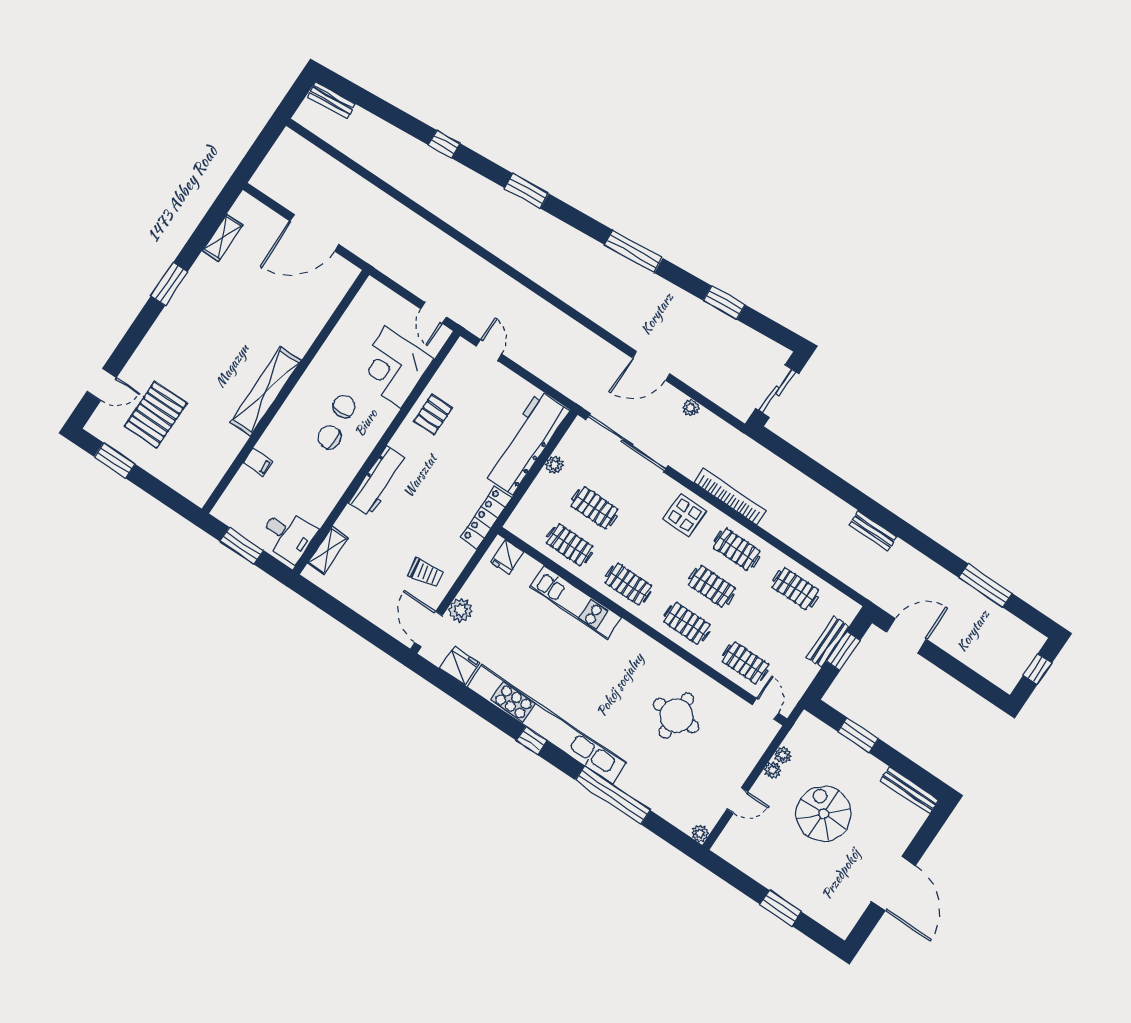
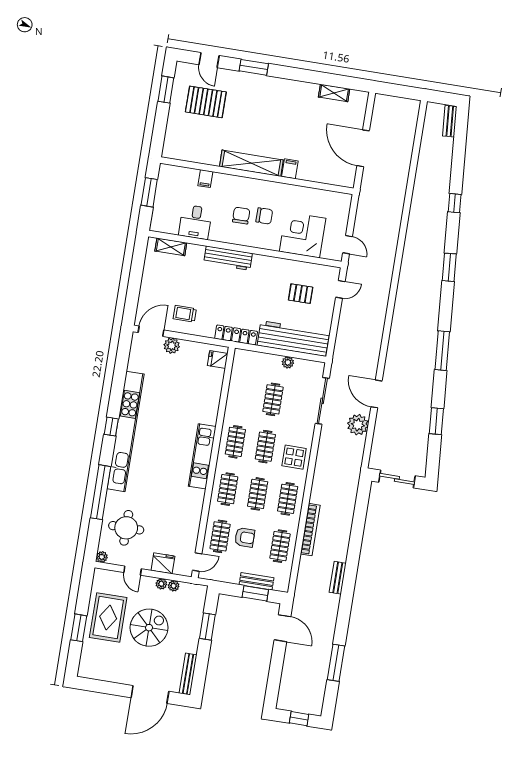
window: (169, 284) -> (254, 67), moved
door: (434, 313) -> (348, 245), swing flipped
filing cabinet: (297, 343) -> (290, 169), added
plant: (691, 408) -> (358, 425), width x1.88, depth x1.88
pallet: (433, 415) -> (301, 294), moved
sliding door: (627, 443) -> (322, 401), width x0.73
bookcase: (730, 497) -> (310, 530), moved
desk: (288, 535) -> (195, 222), moved
clothes rail: (570, 545) -> (265, 447), moved
trolley: (426, 573) -> (185, 314), turned 100
kitchen unit: (575, 602) -> (202, 456), moved
armchair: (762, 630) -> (245, 537), added
fridge: (460, 666) -> (163, 563), moved, turned -90
round table: (676, 716) -> (126, 528), moved
rug: (785, 862) -> (108, 617), added
door: (894, 883) -> (150, 694), moved

